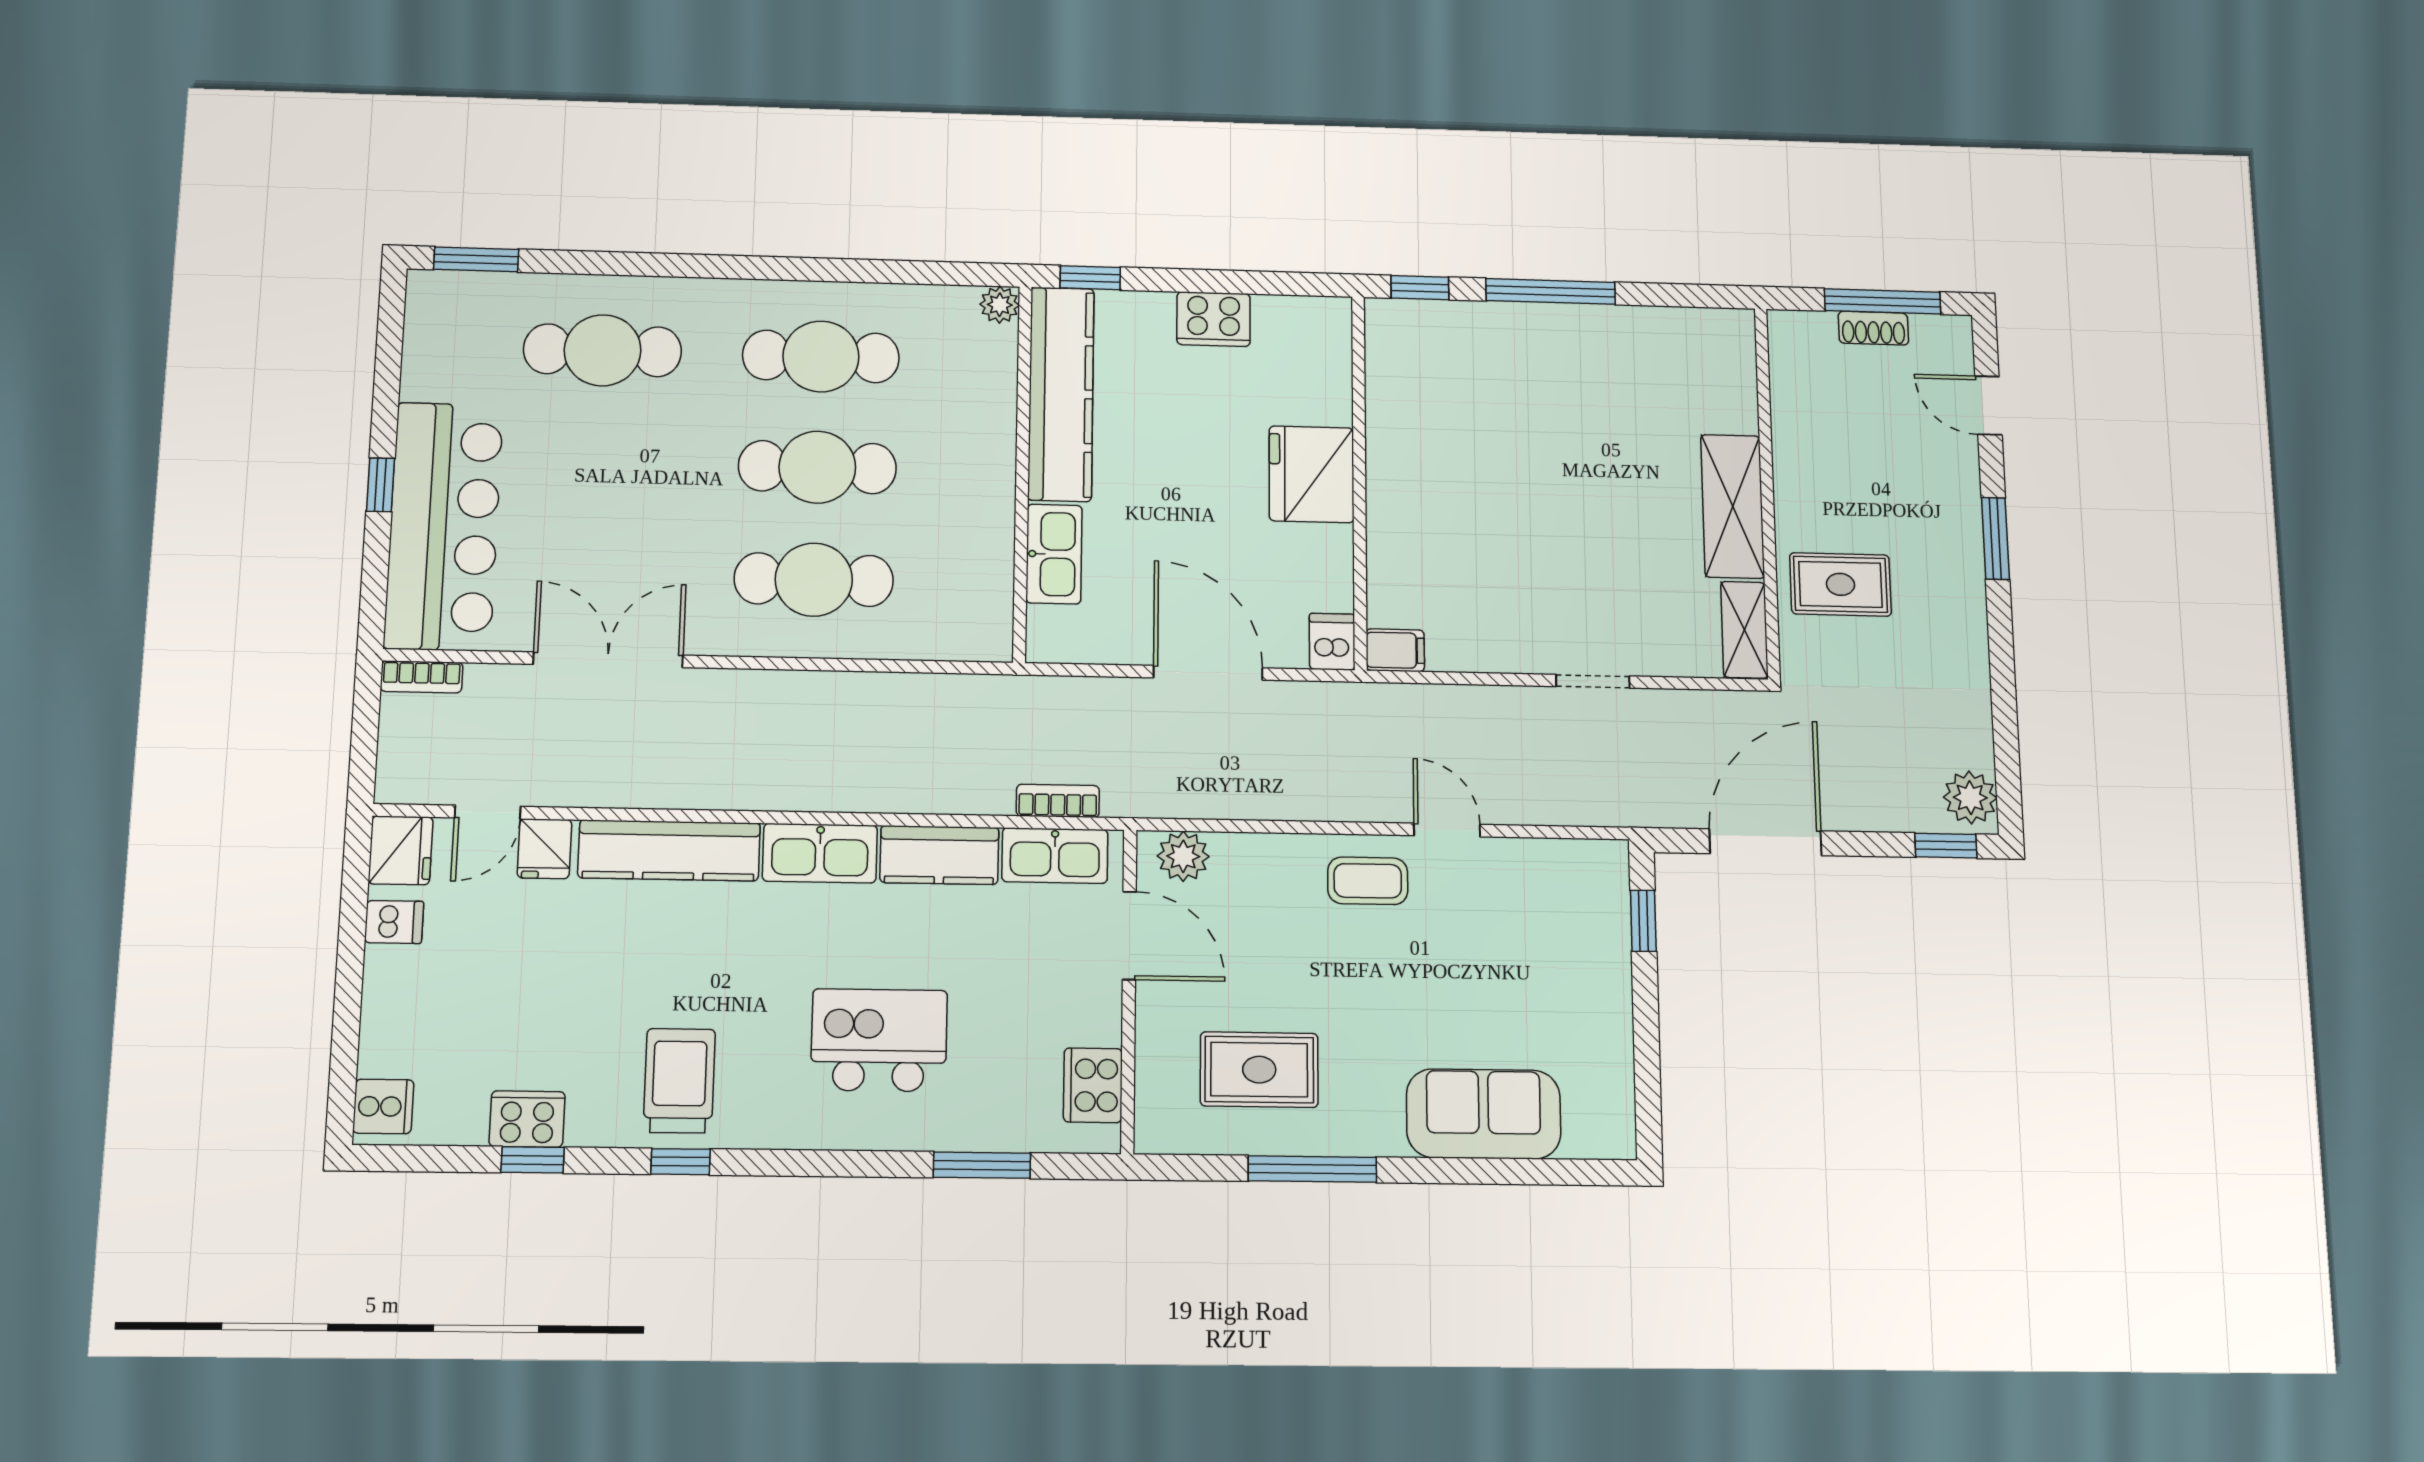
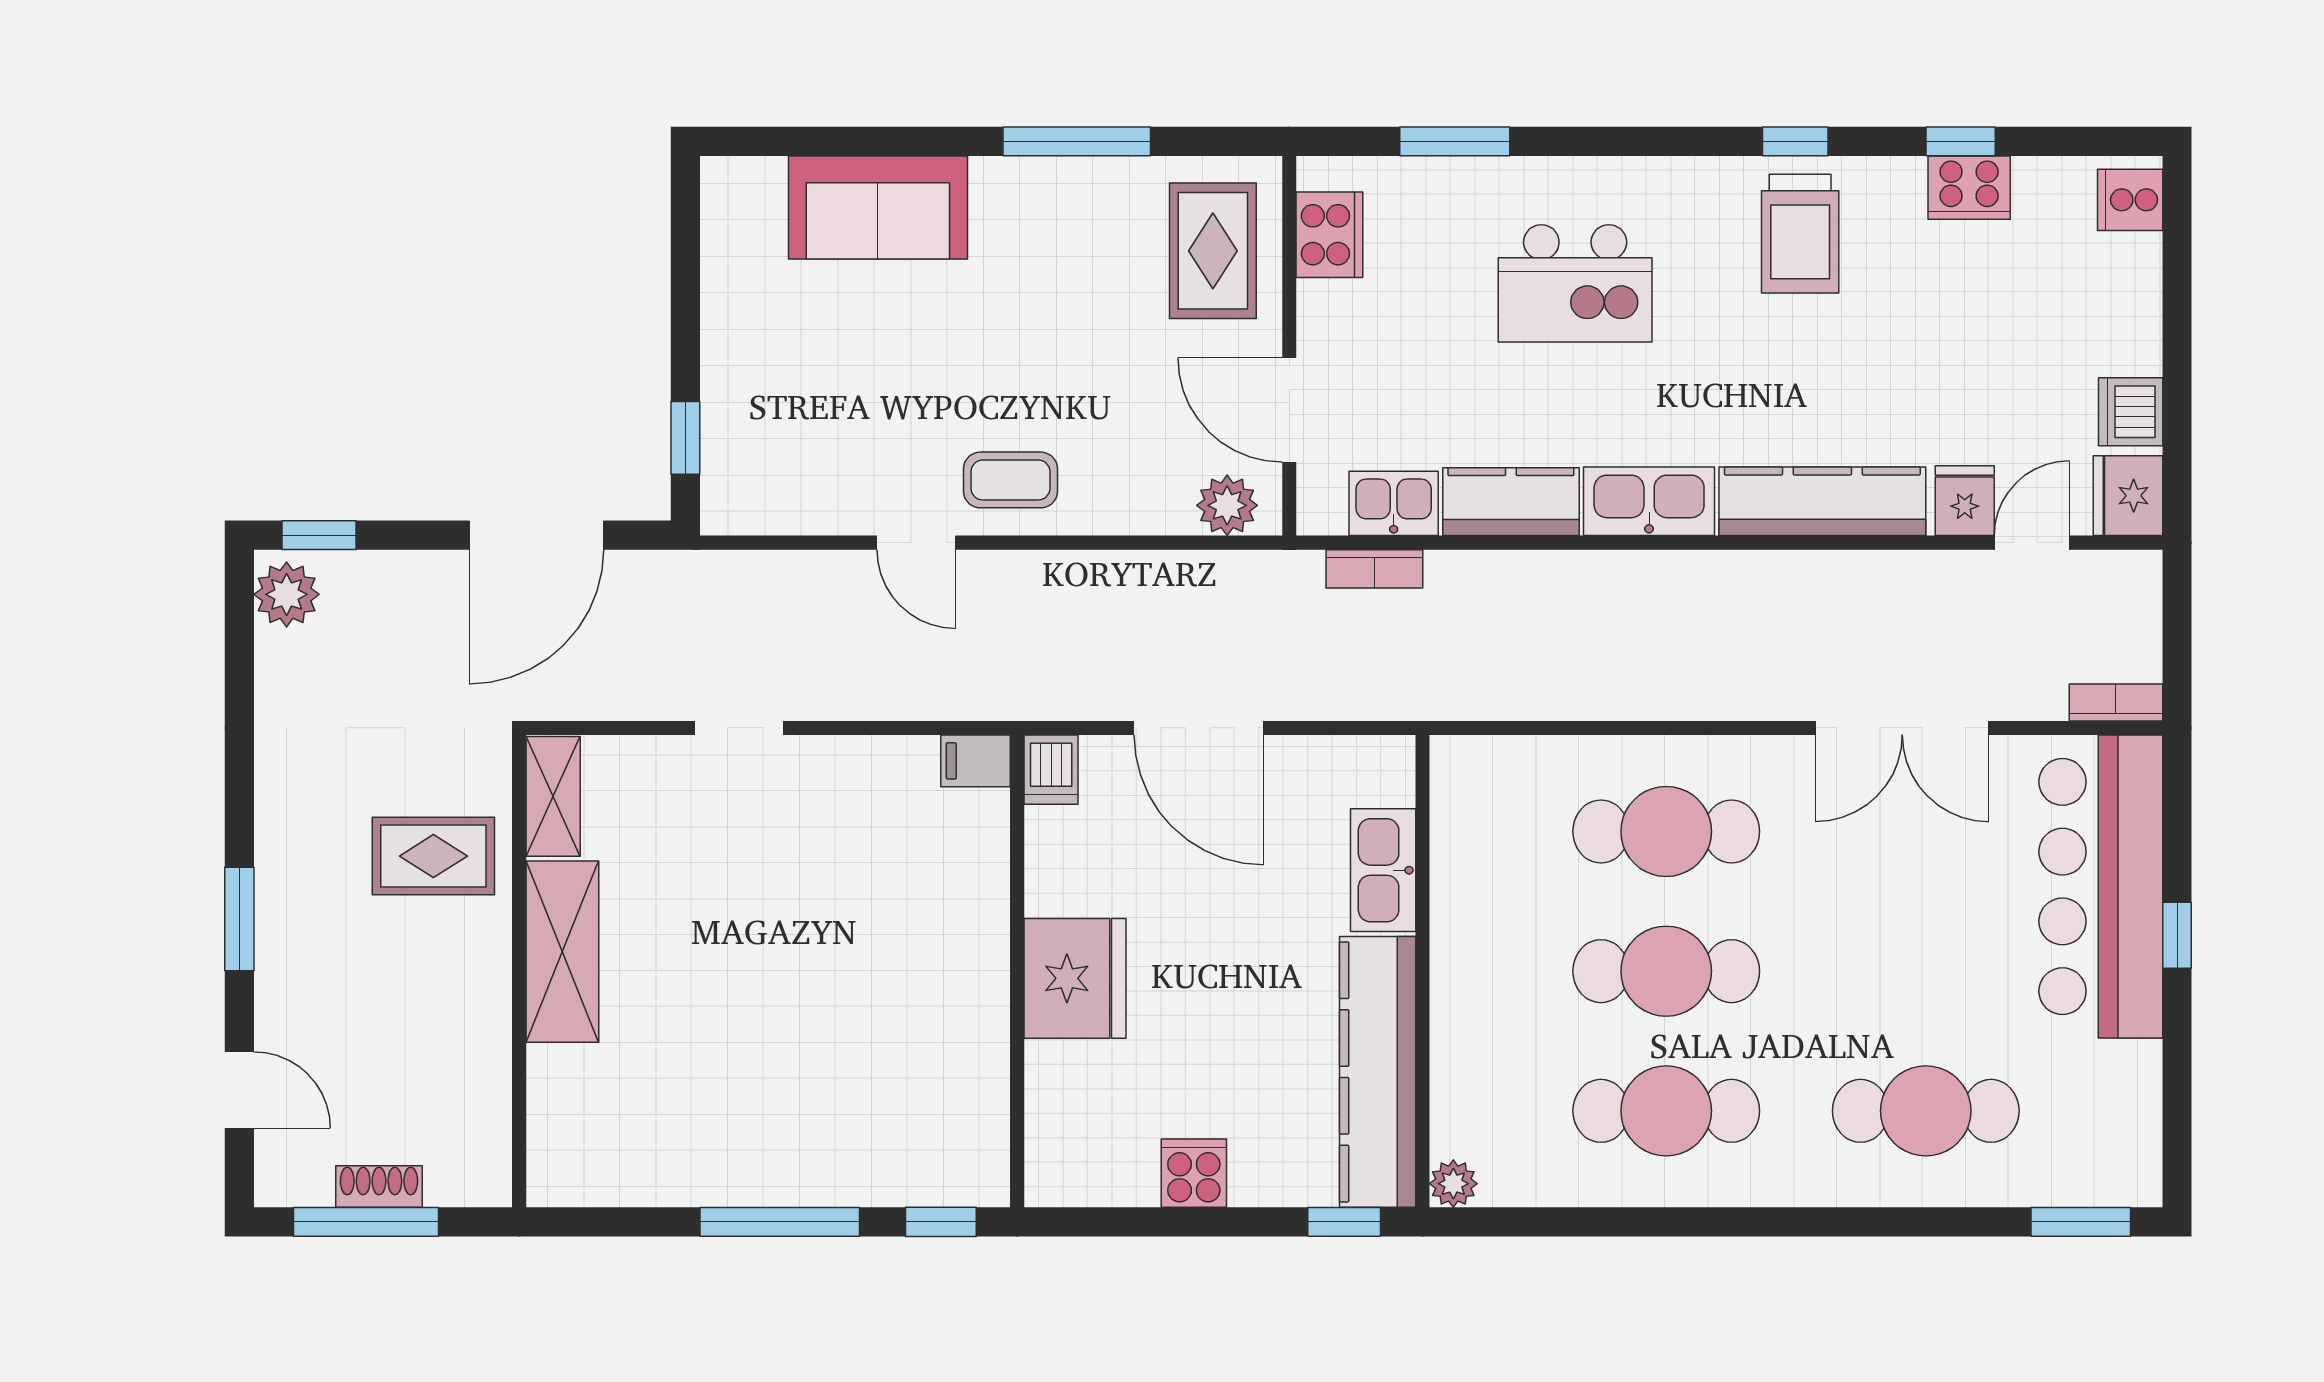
cooker: (1214, 319) -> (1194, 1173), width x0.73
kitchen sink: (1055, 856) -> (1394, 503), width x0.73
dishwasher: (394, 922) -> (2131, 412), width x1.38
rug: (1259, 1070) -> (1213, 251), moved, turned 90

